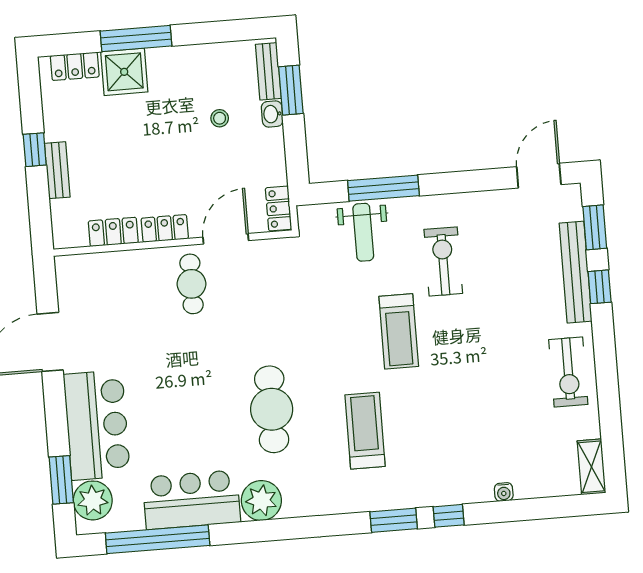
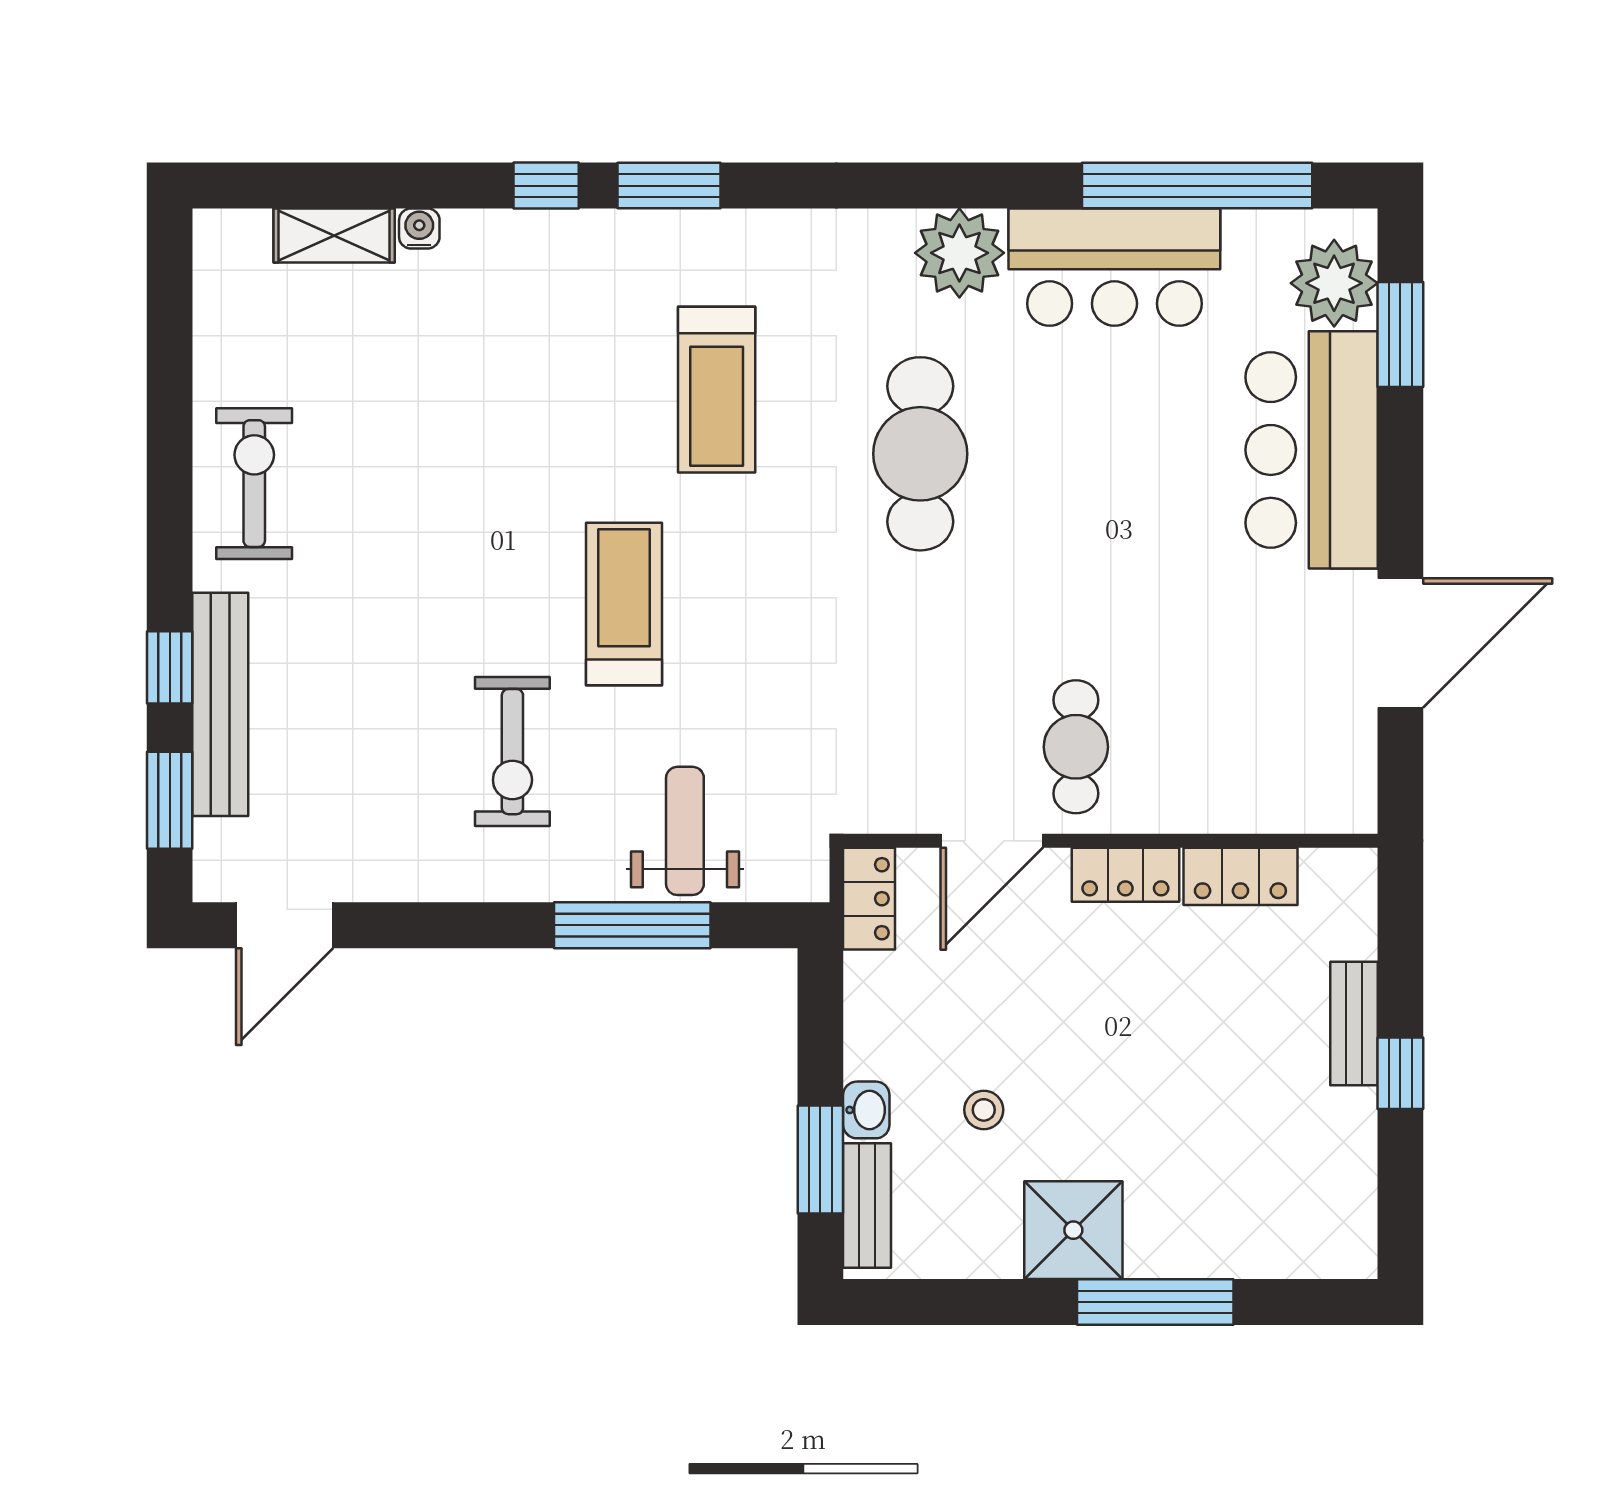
locker: (75, 66) -> (1296, 1251), removed
shower: (124, 72) -> (1073, 1230), moved
shelving: (591, 467) -> (334, 236), moved, turned 90

